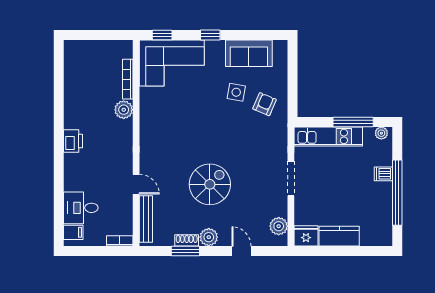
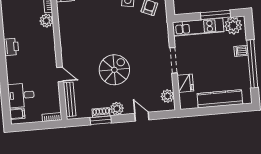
plant: (381, 133) -> (233, 26), width x1.88, depth x1.88
fridge: (306, 236) -> (185, 83), moved, turned 90
kitchen counter: (339, 236) -> (220, 99), width x1.50

